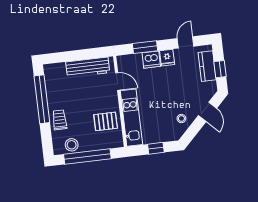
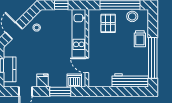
dishwasher: (151, 60) -> (74, 81), moved
workbench: (88, 67) -> (130, 80), moved
pallet: (106, 121) -> (108, 23), moved, turned 90

